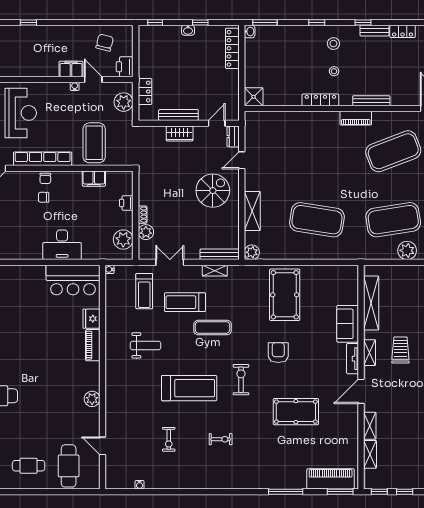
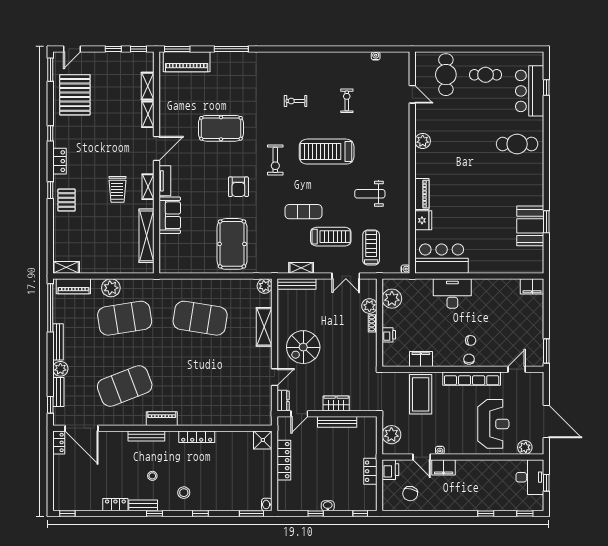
locker: (232, 48) -> (284, 460), moved
stool: (334, 71) -> (152, 476), moved
locker: (145, 92) -> (370, 471), moved
reception desk: (21, 113) -> (493, 424), turned 180

